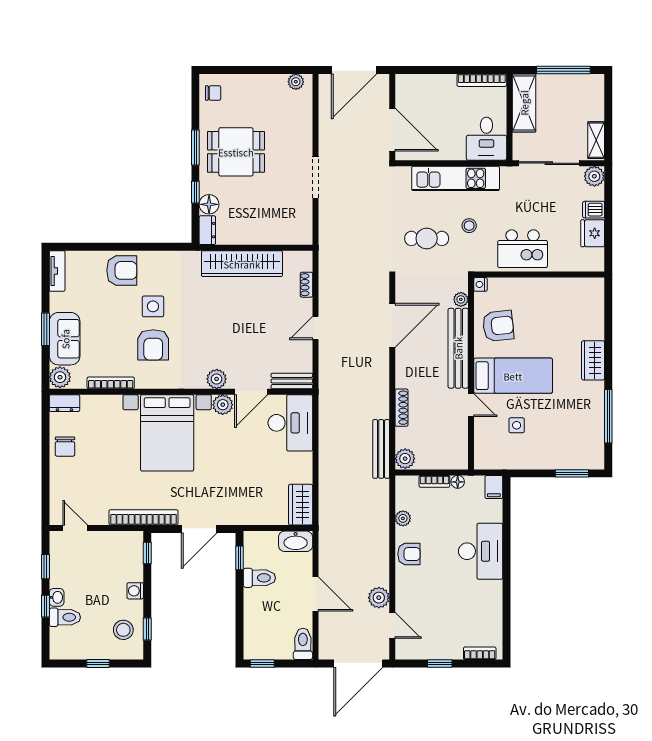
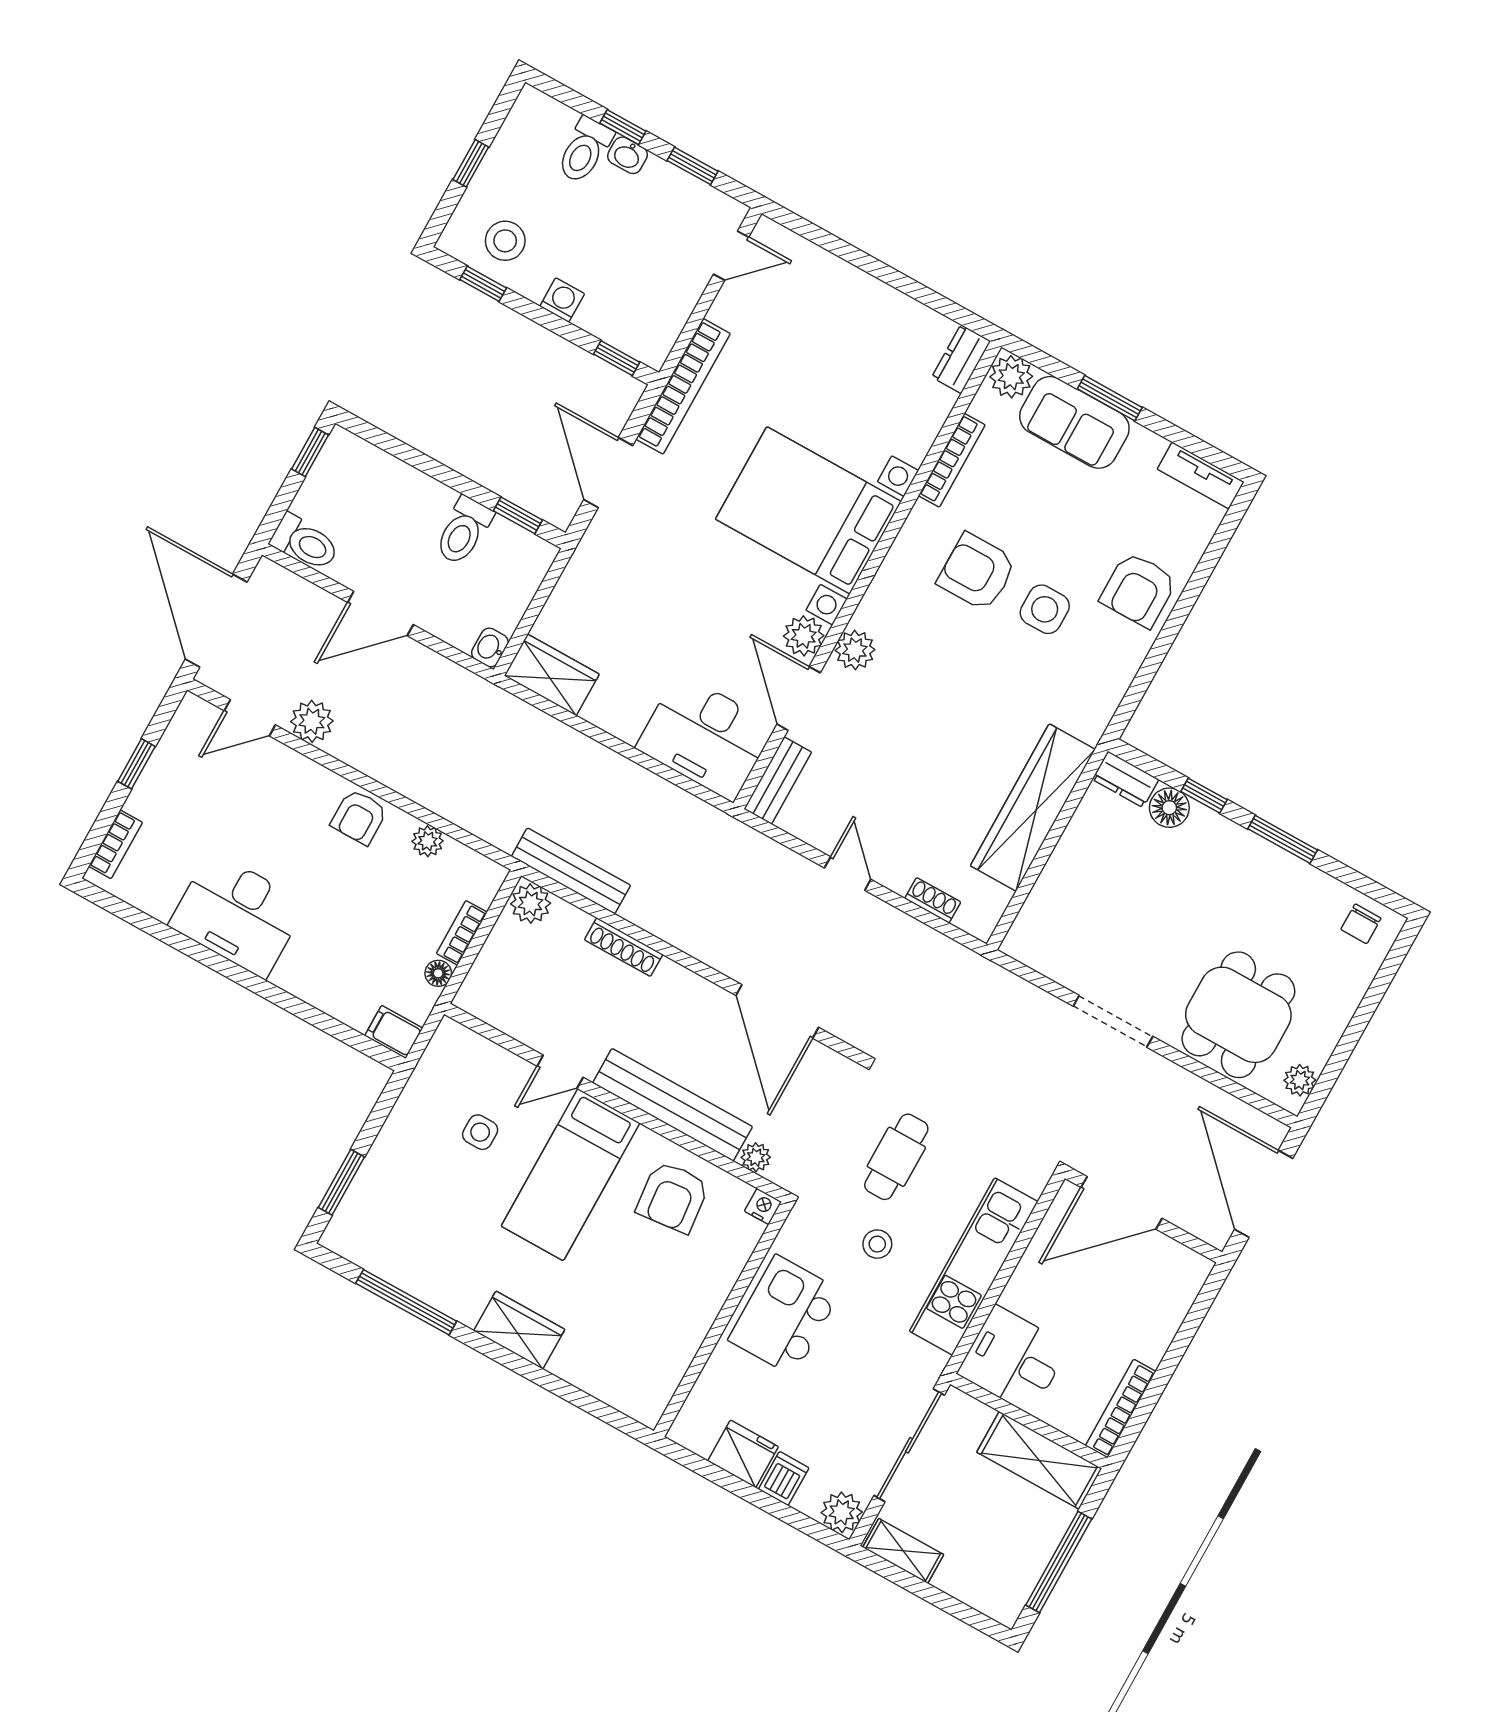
dining table: (236, 152) -> (1238, 1015), moved
chair: (65, 447) -> (884, 318), removed
washbasin: (296, 541) -> (490, 648), width x0.52, depth x0.69
desk: (481, 551) -> (238, 915), moved

